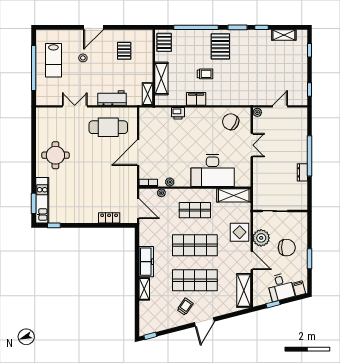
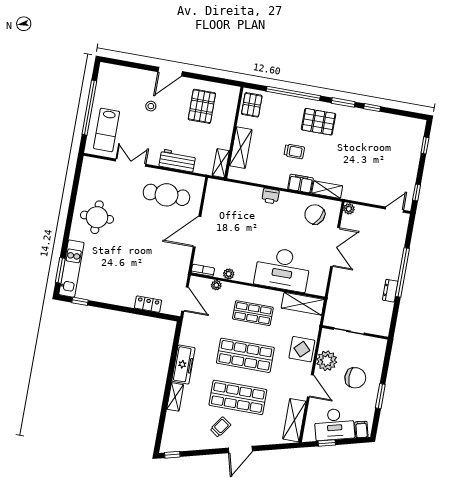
shelving: (284, 35) -> (327, 190), moved
pallet: (220, 46) -> (319, 122), turned 90
pallet: (124, 51) -> (202, 106), width x1.50, depth x1.42
lab bench: (53, 60) -> (107, 130), moved
filing cabinet: (196, 99) -> (301, 184), moved
door: (280, 106) -> (395, 210), moved
printer: (178, 113) -> (270, 196), moved
double door: (252, 145) -> (335, 247), width x1.37
desk: (281, 287) -> (334, 424), width x1.37

